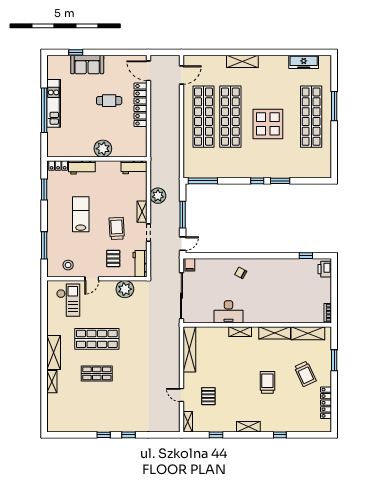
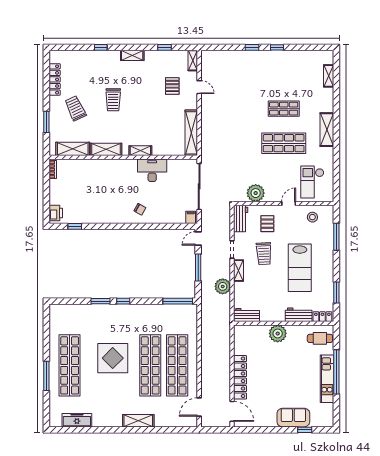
cafe table: (109, 101) -> (320, 338), moved
lab bench: (81, 214) -> (300, 268), width x1.36, depth x1.39
shelving: (52, 382) -> (329, 76), moved

